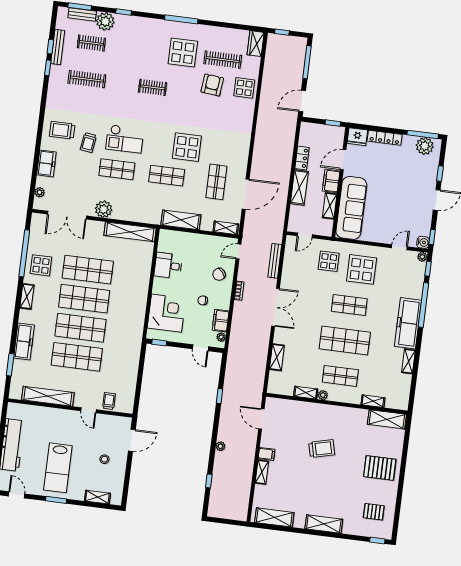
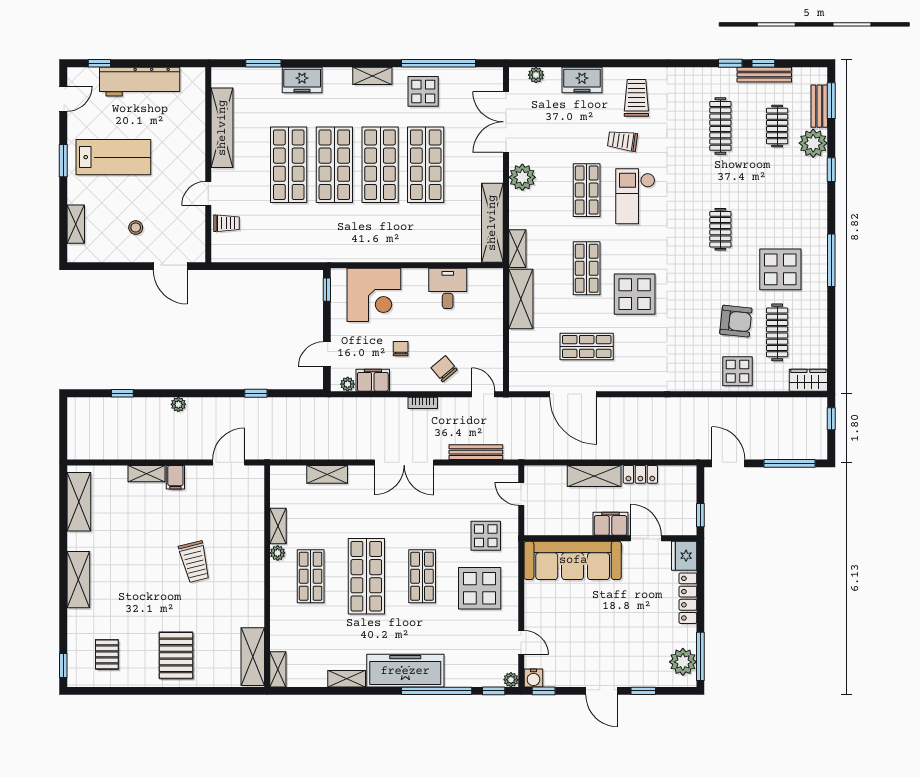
shelving: (330, 206) -> (572, 526), removed
shelving: (226, 228) -> (517, 249), moved
freezer: (24, 341) -> (302, 80), width x0.71
shelving: (373, 401) -> (278, 669), moved
lab bench: (58, 468) -> (113, 157), turned 180

